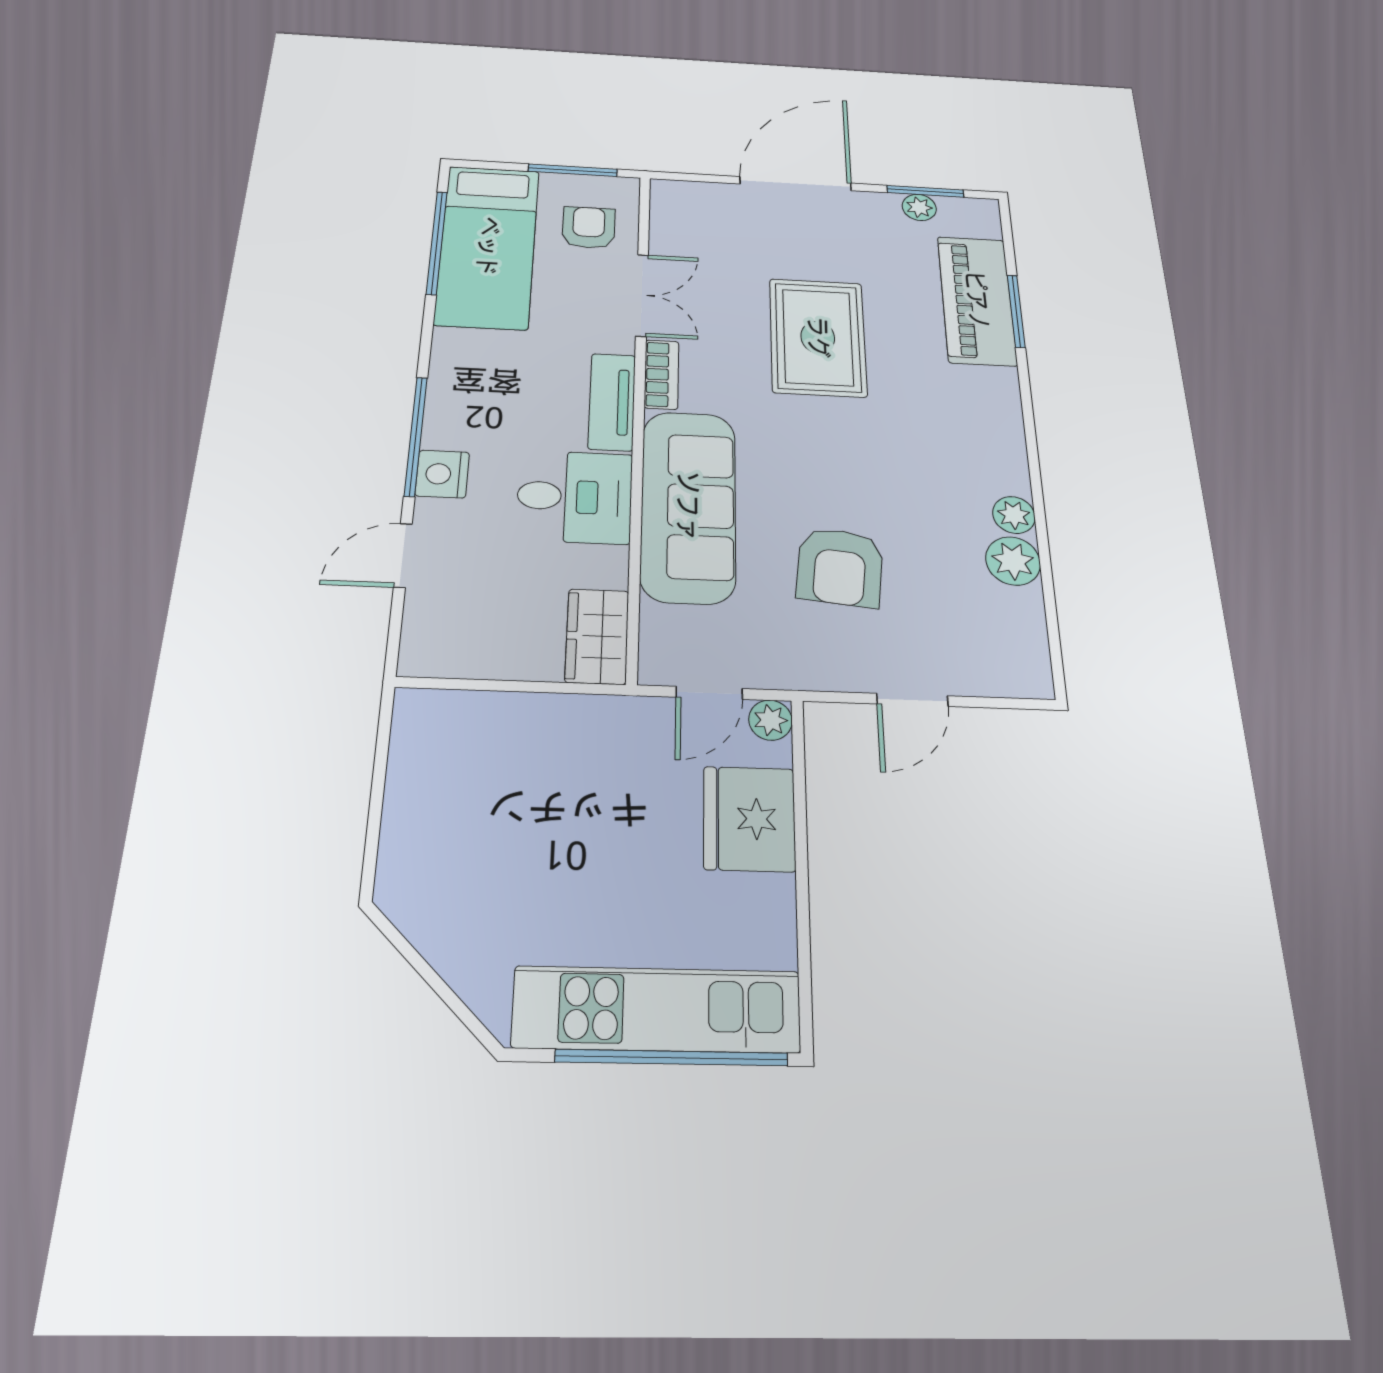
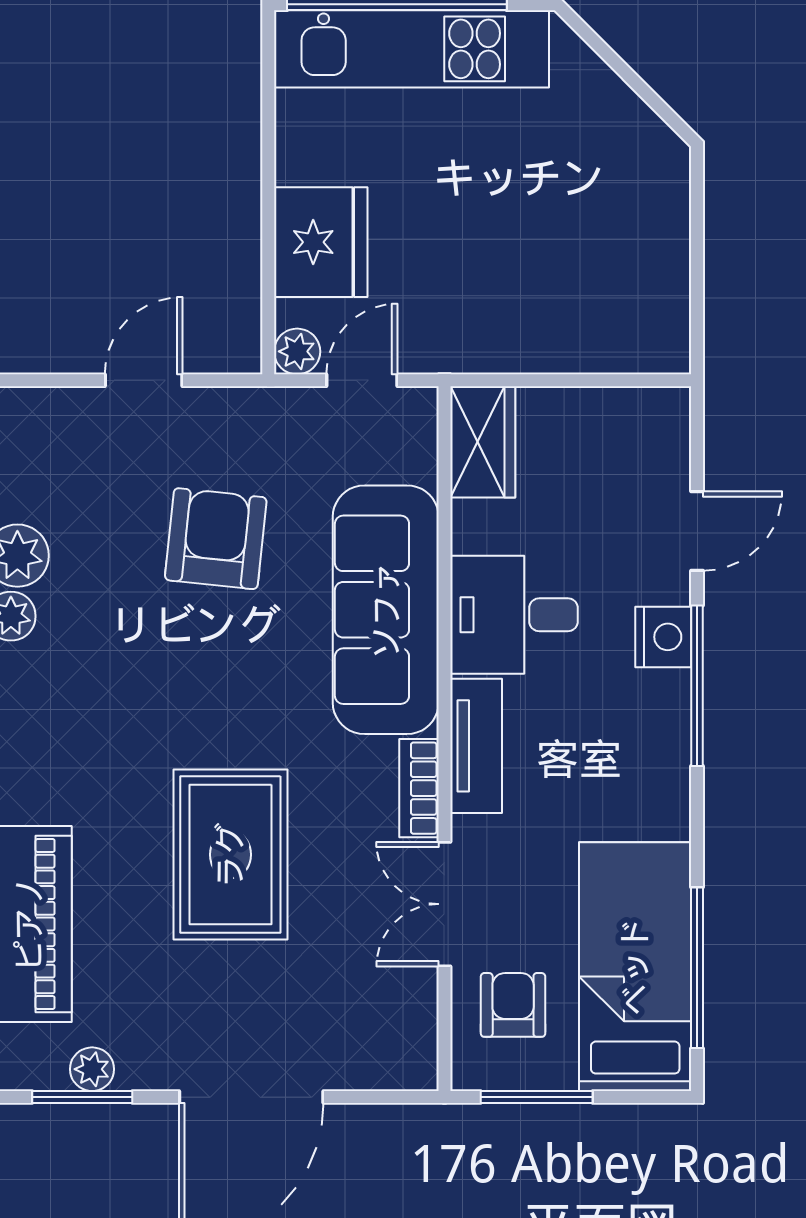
armchair: (589, 228) -> (513, 1005), turned 180

